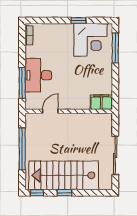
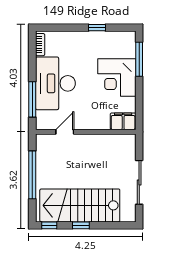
corner desk: (90, 40) -> (117, 78), moved, turned 90
desk: (38, 75) -> (55, 83), width x1.36, depth x1.30

